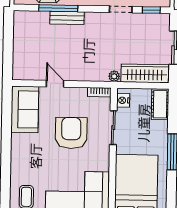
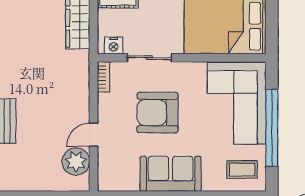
plant: (114, 76) -> (76, 161), moved, width x1.88, depth x1.88
sofa: (25, 109) -> (171, 174), moved

